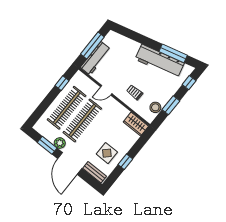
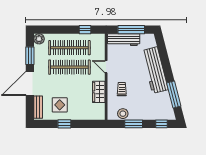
workbench: (160, 61) -> (155, 70), moved
wardrobe: (136, 124) -> (99, 92), moved
plant: (60, 143) -> (39, 39), moved

